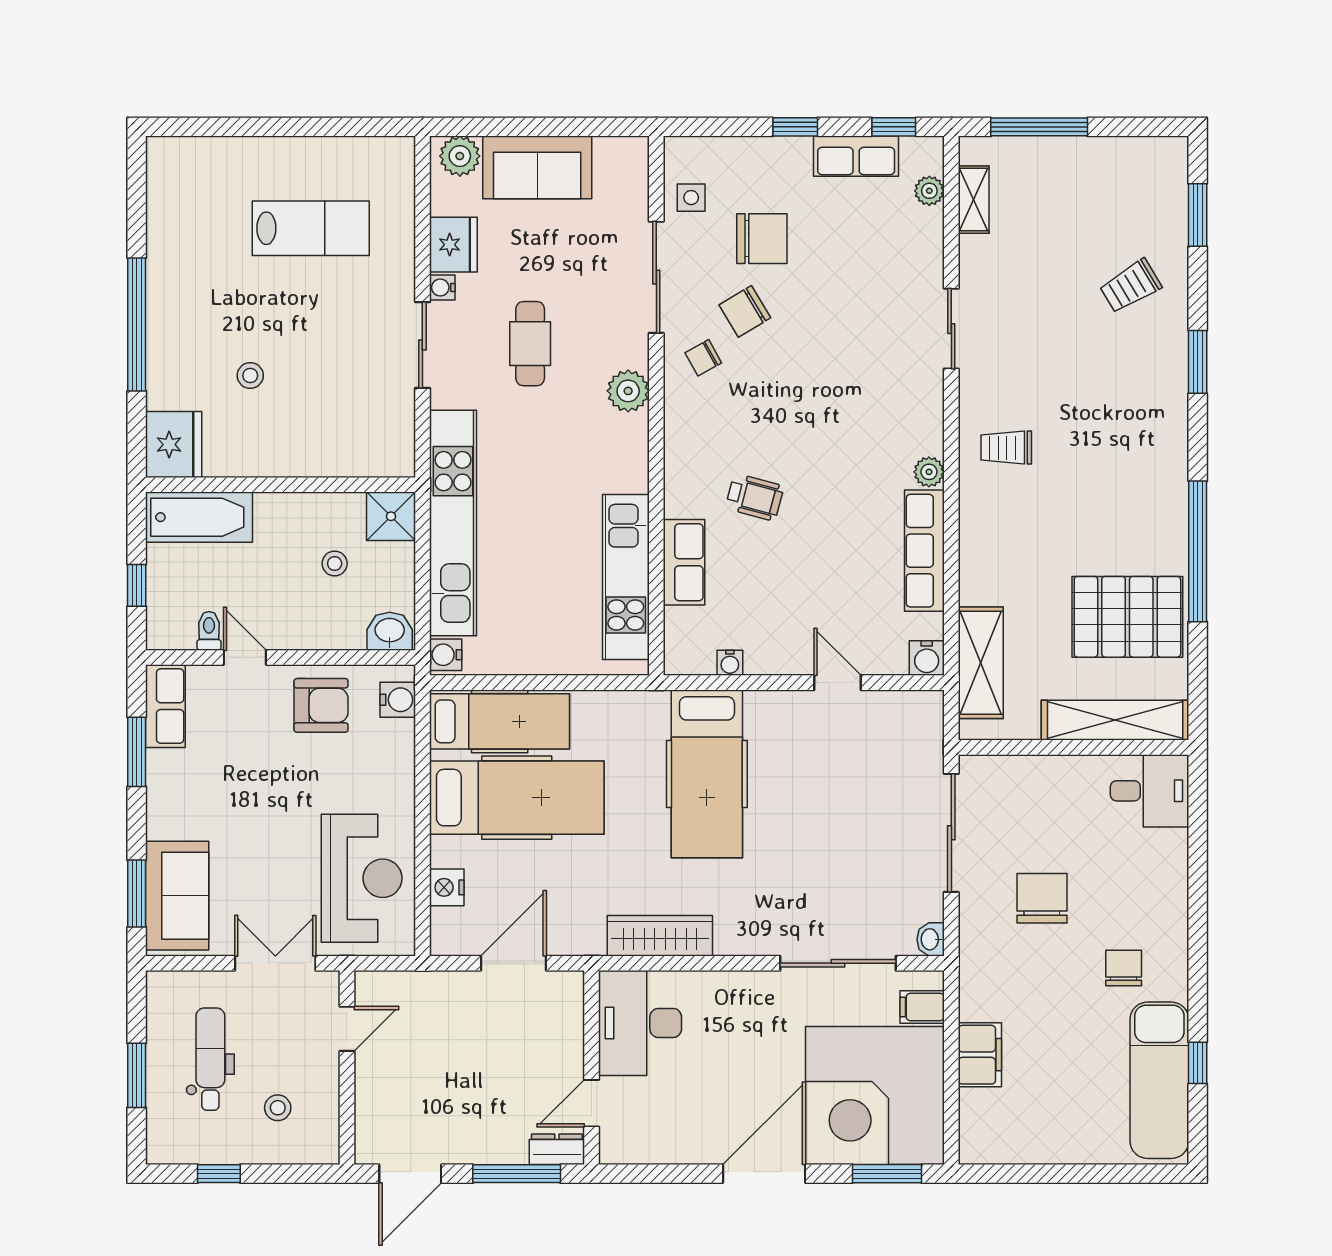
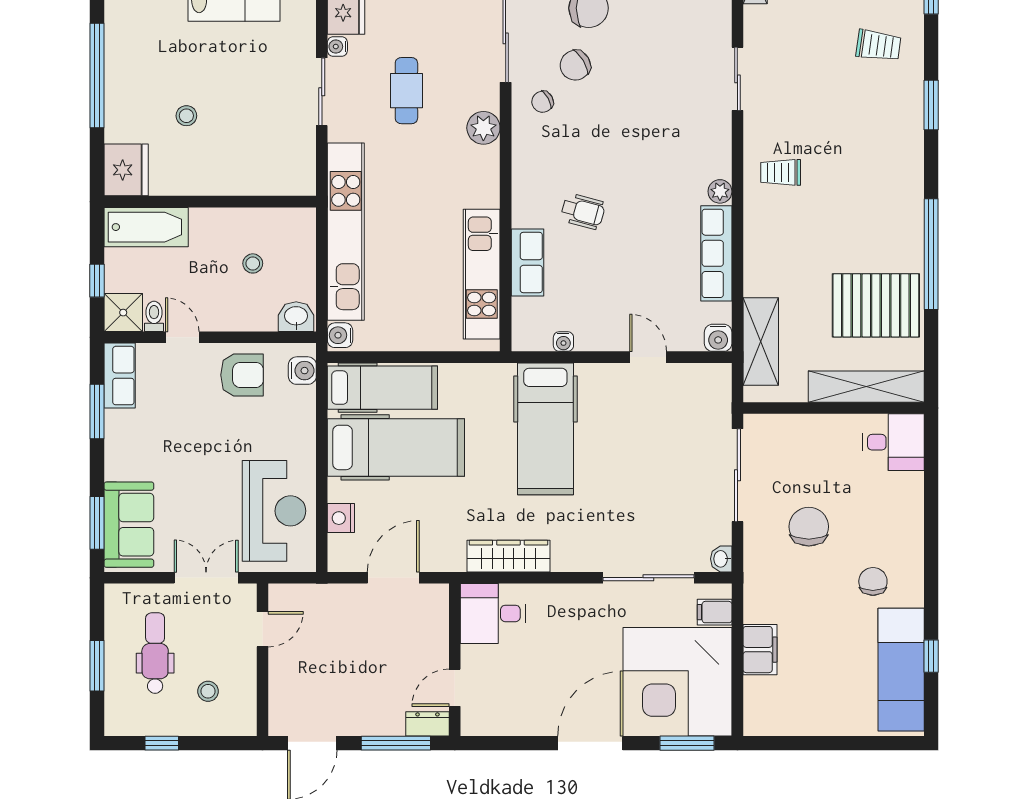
trolley: (1131, 286) -> (878, 45), turned -141
shower: (391, 516) -> (123, 313), moved
desk: (640, 1023) -> (493, 613), width x0.73

